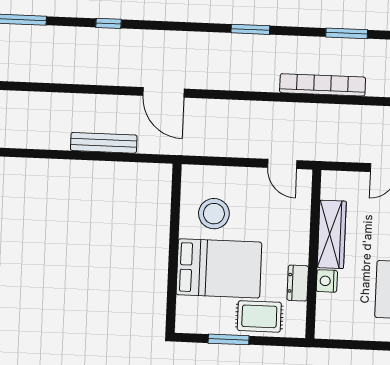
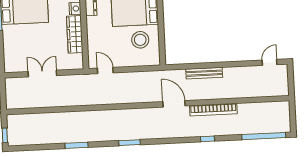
bookcase: (323, 85) -> (213, 110), moved

